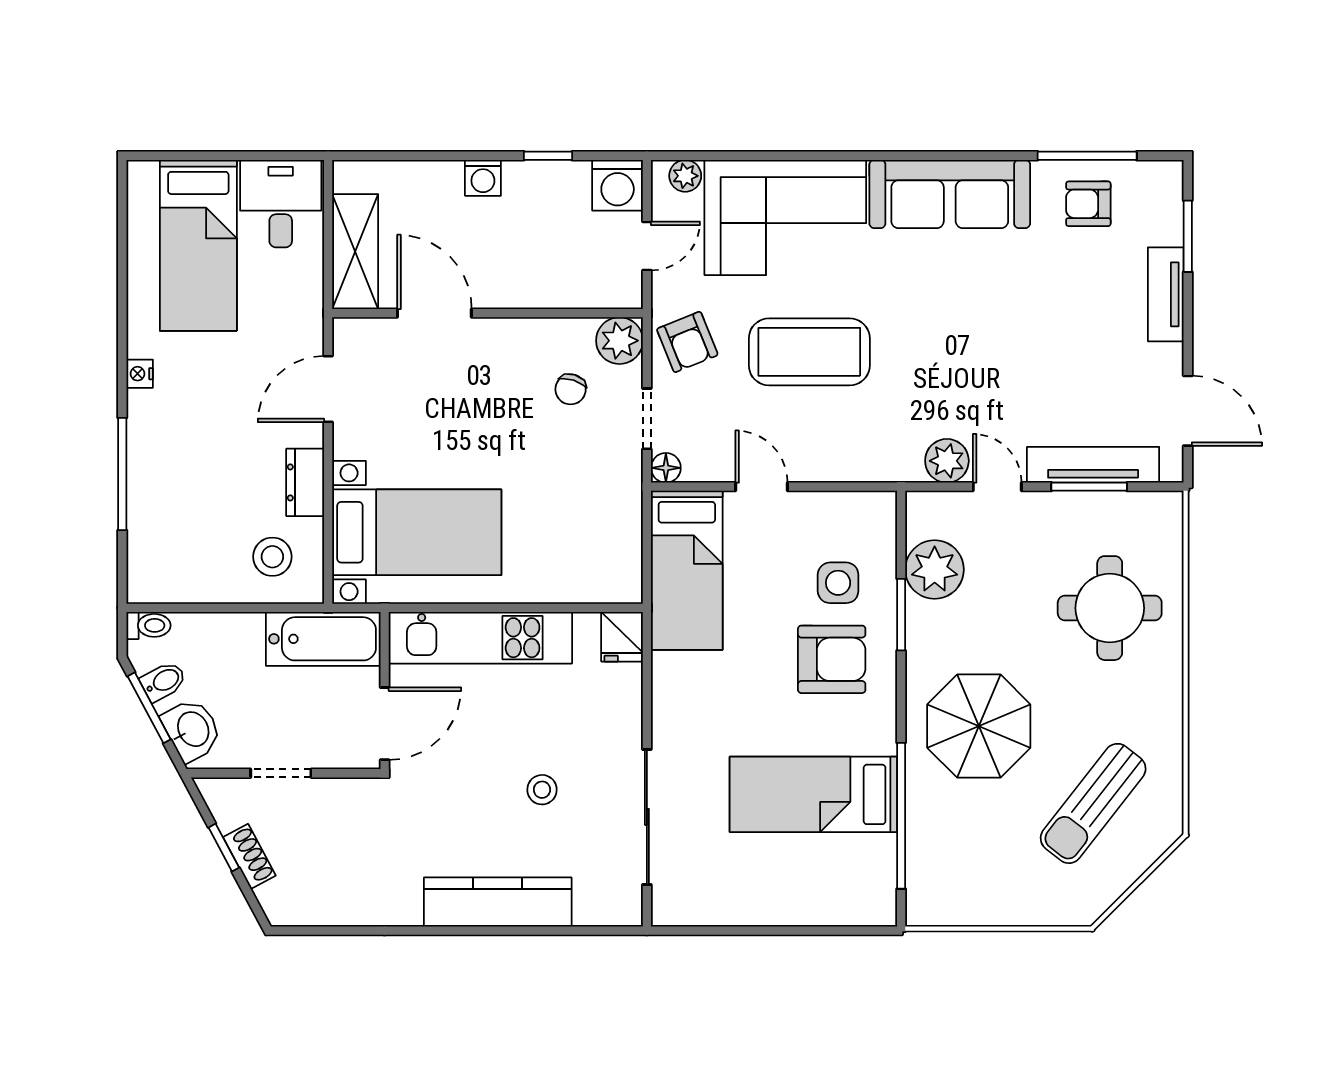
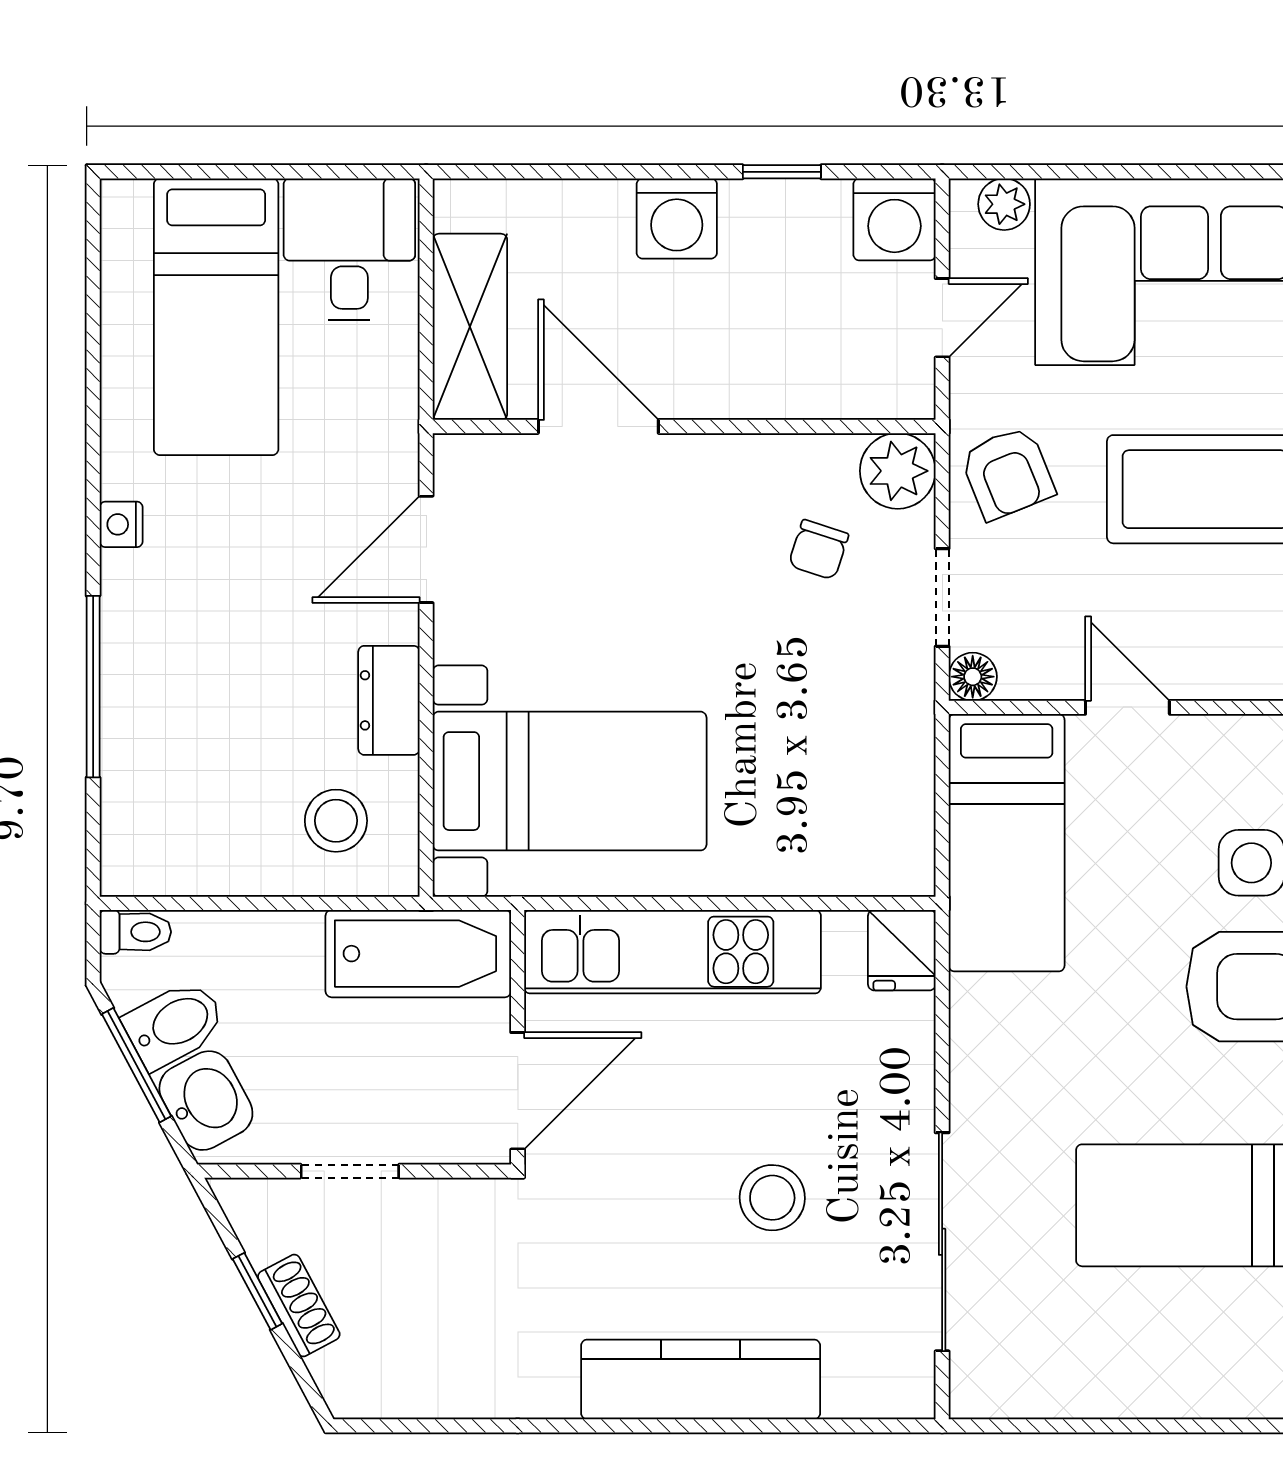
washing machine: (483, 178) -> (677, 218), width x1.38, depth x1.38
bidet: (163, 681) -> (175, 1024), width x1.38, depth x1.36
stool: (542, 790) -> (772, 1198), width x1.37, depth x1.37

